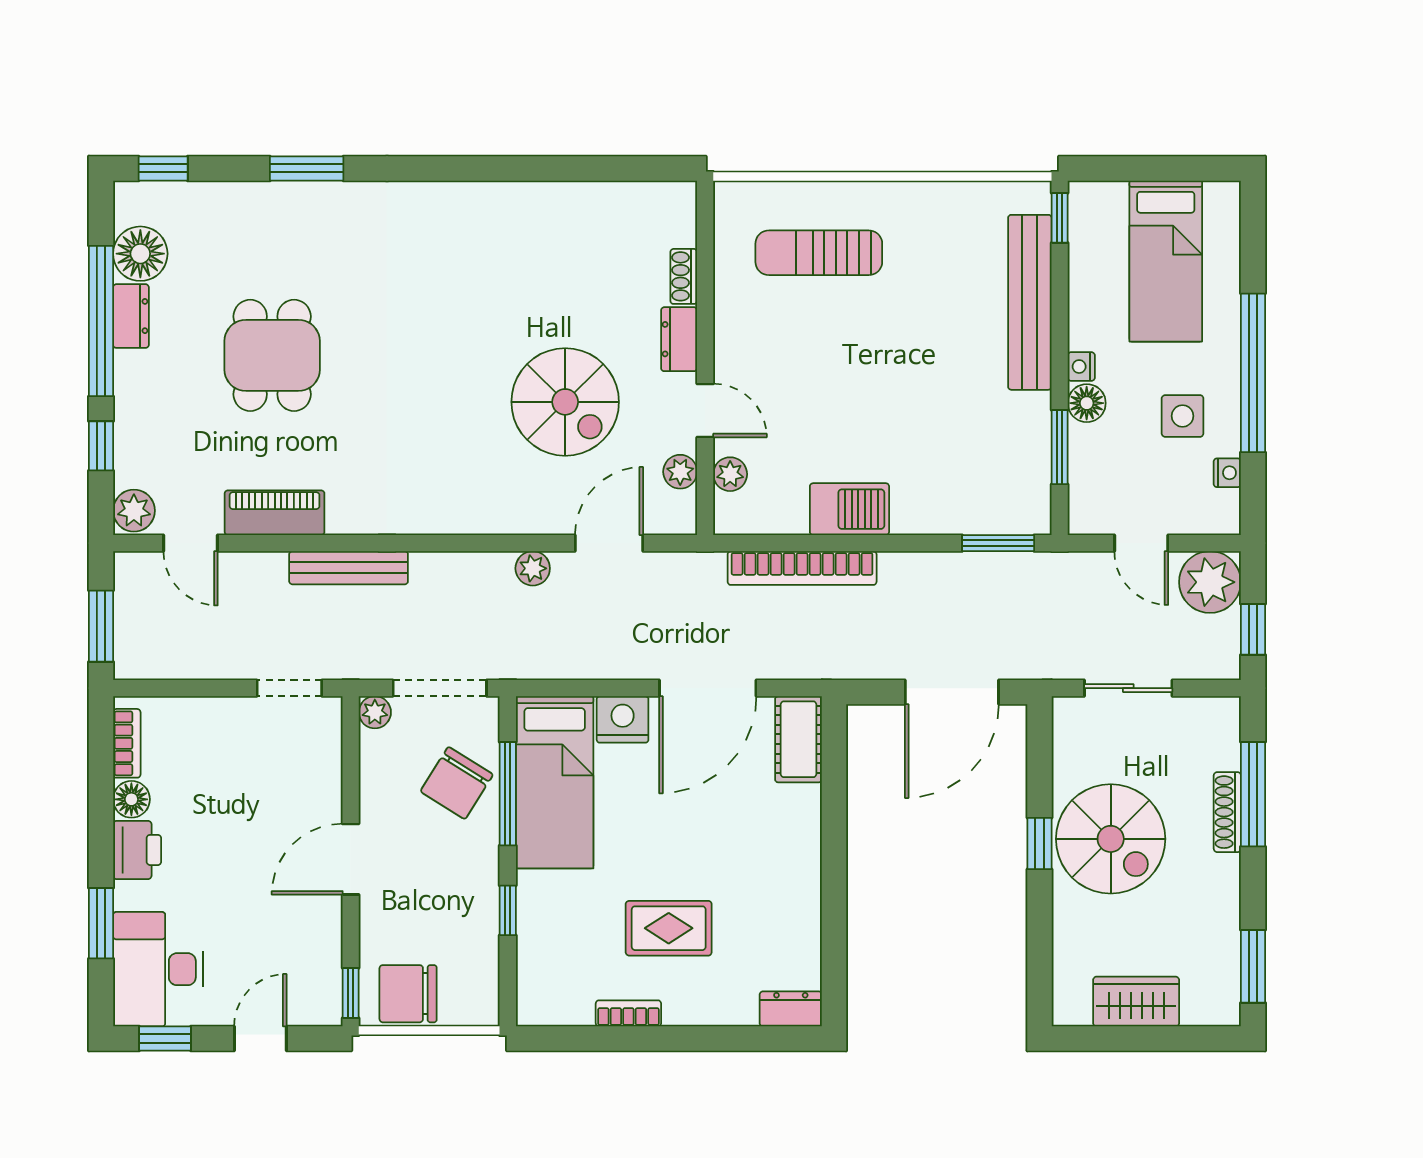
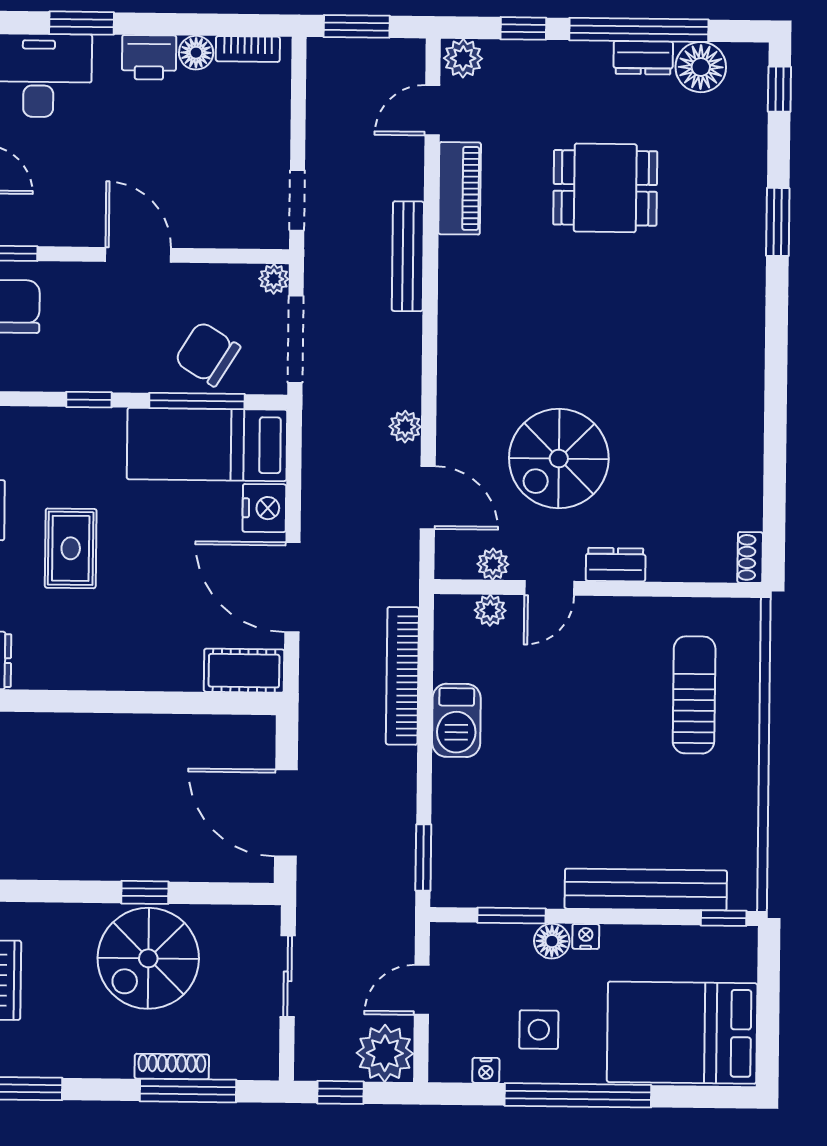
bed: (1166, 261) -> (682, 1033), width x1.50
shoe rack: (684, 276) -> (750, 557), moved, turned -90

